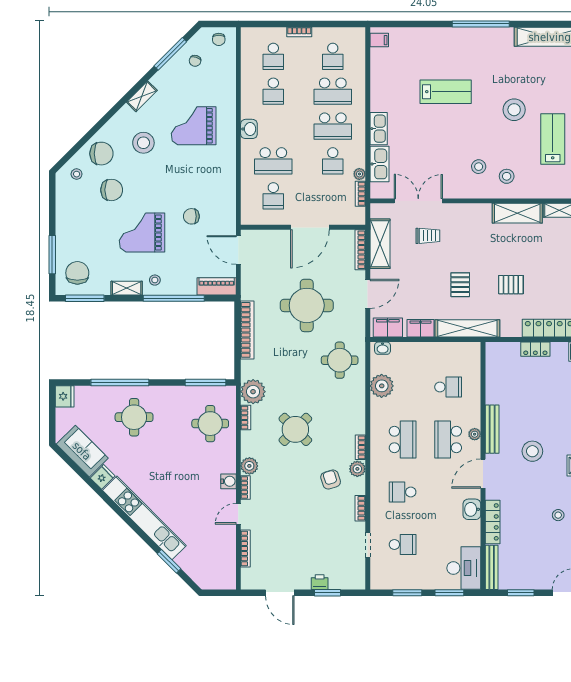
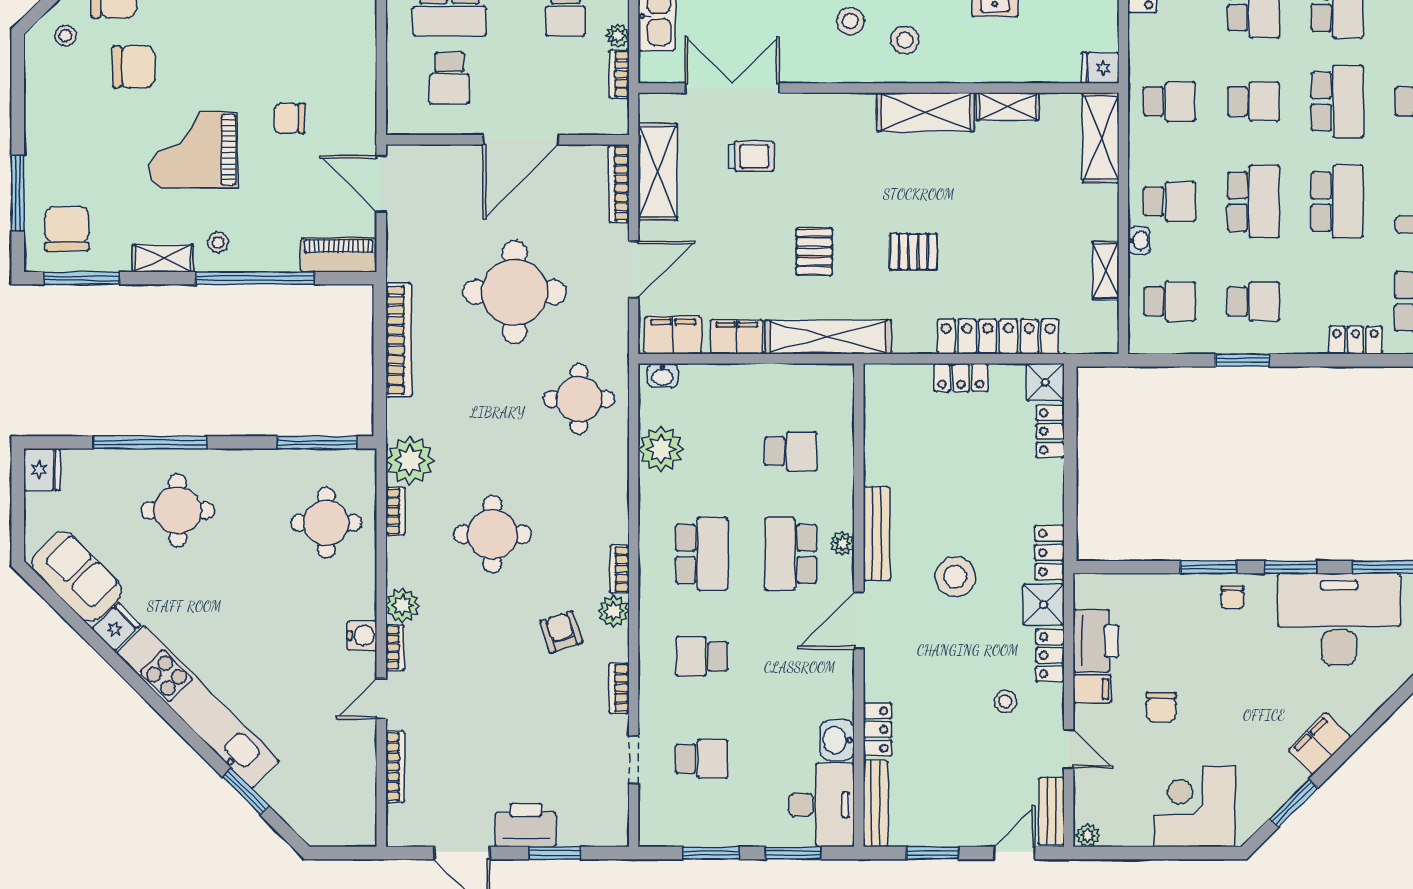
round table: (295, 429) -> (492, 534), turned 45
washbasin: (472, 509) -> (837, 740), moved
locker: (493, 522) -> (877, 730), width x0.66
printer: (320, 582) -> (526, 825), width x1.87, depth x1.48

